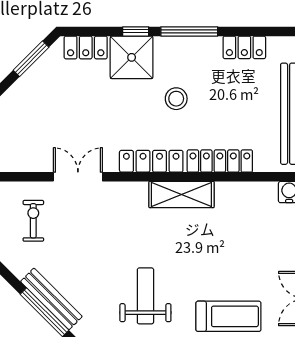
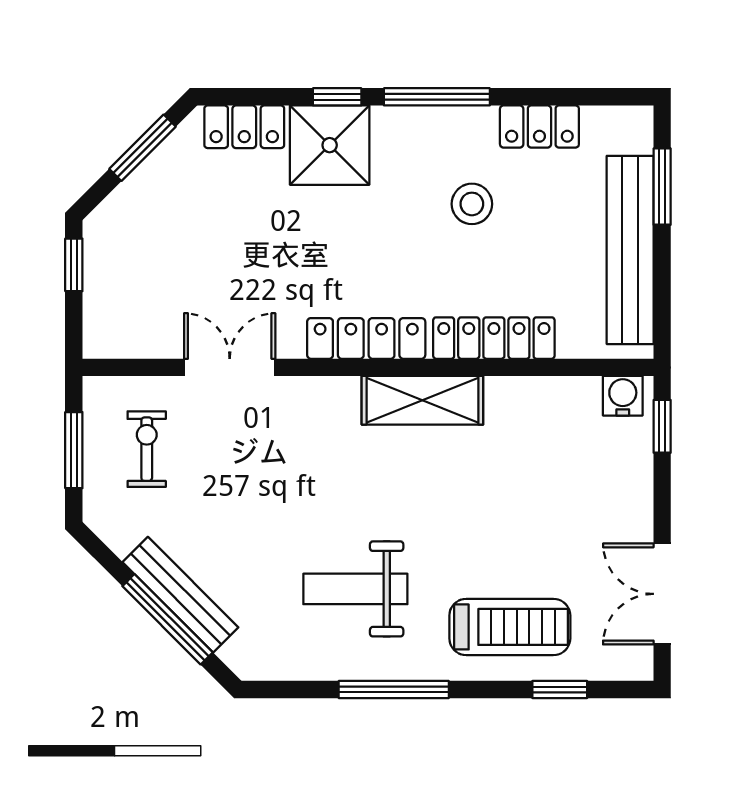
stool: (176, 99) -> (472, 204), moved
weight bench: (145, 296) -> (355, 589), turned -90

